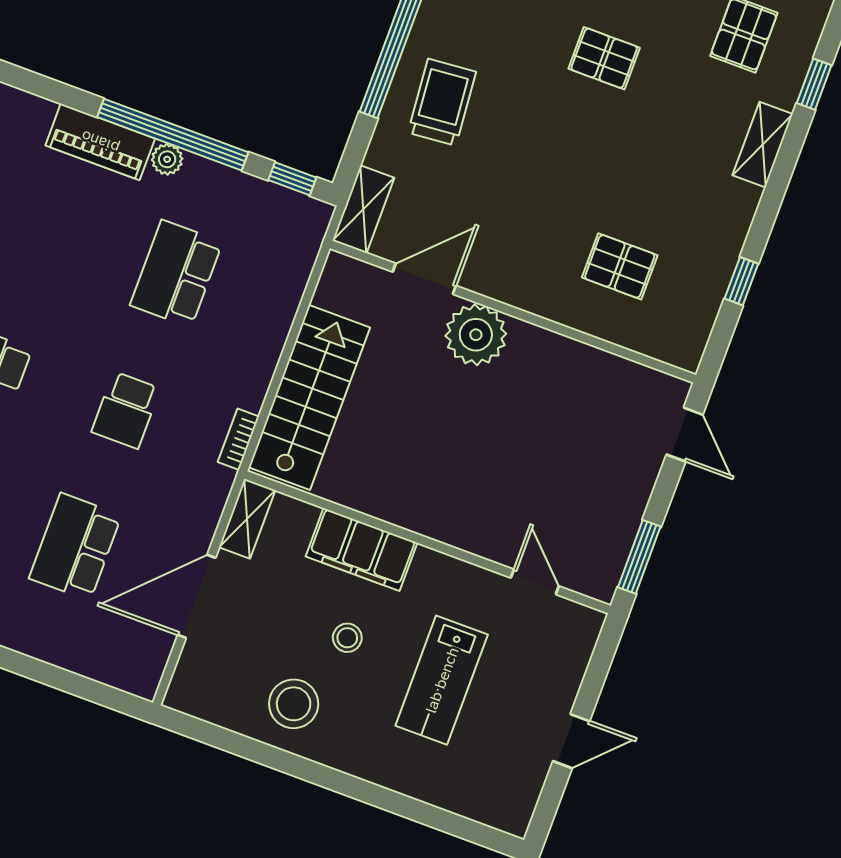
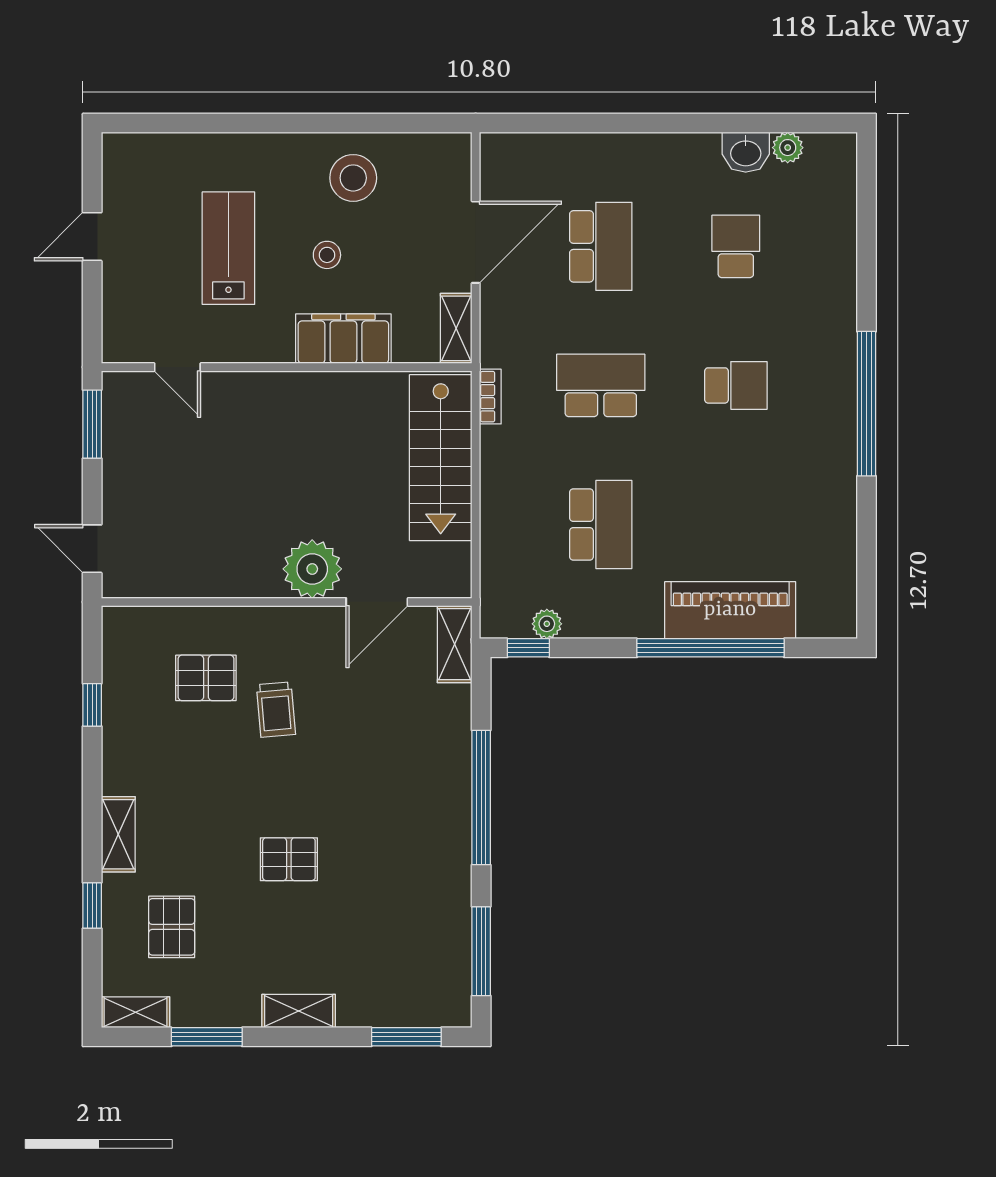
trolley: (442, 102) -> (276, 710), moved, width x0.73, depth x0.72
window: (173, 135) -> (711, 648), moved
piano: (100, 142) -> (730, 610), width x1.37, depth x1.33
plant: (167, 159) -> (547, 624), moved
school desk: (126, 410) -> (601, 385), width x1.85

